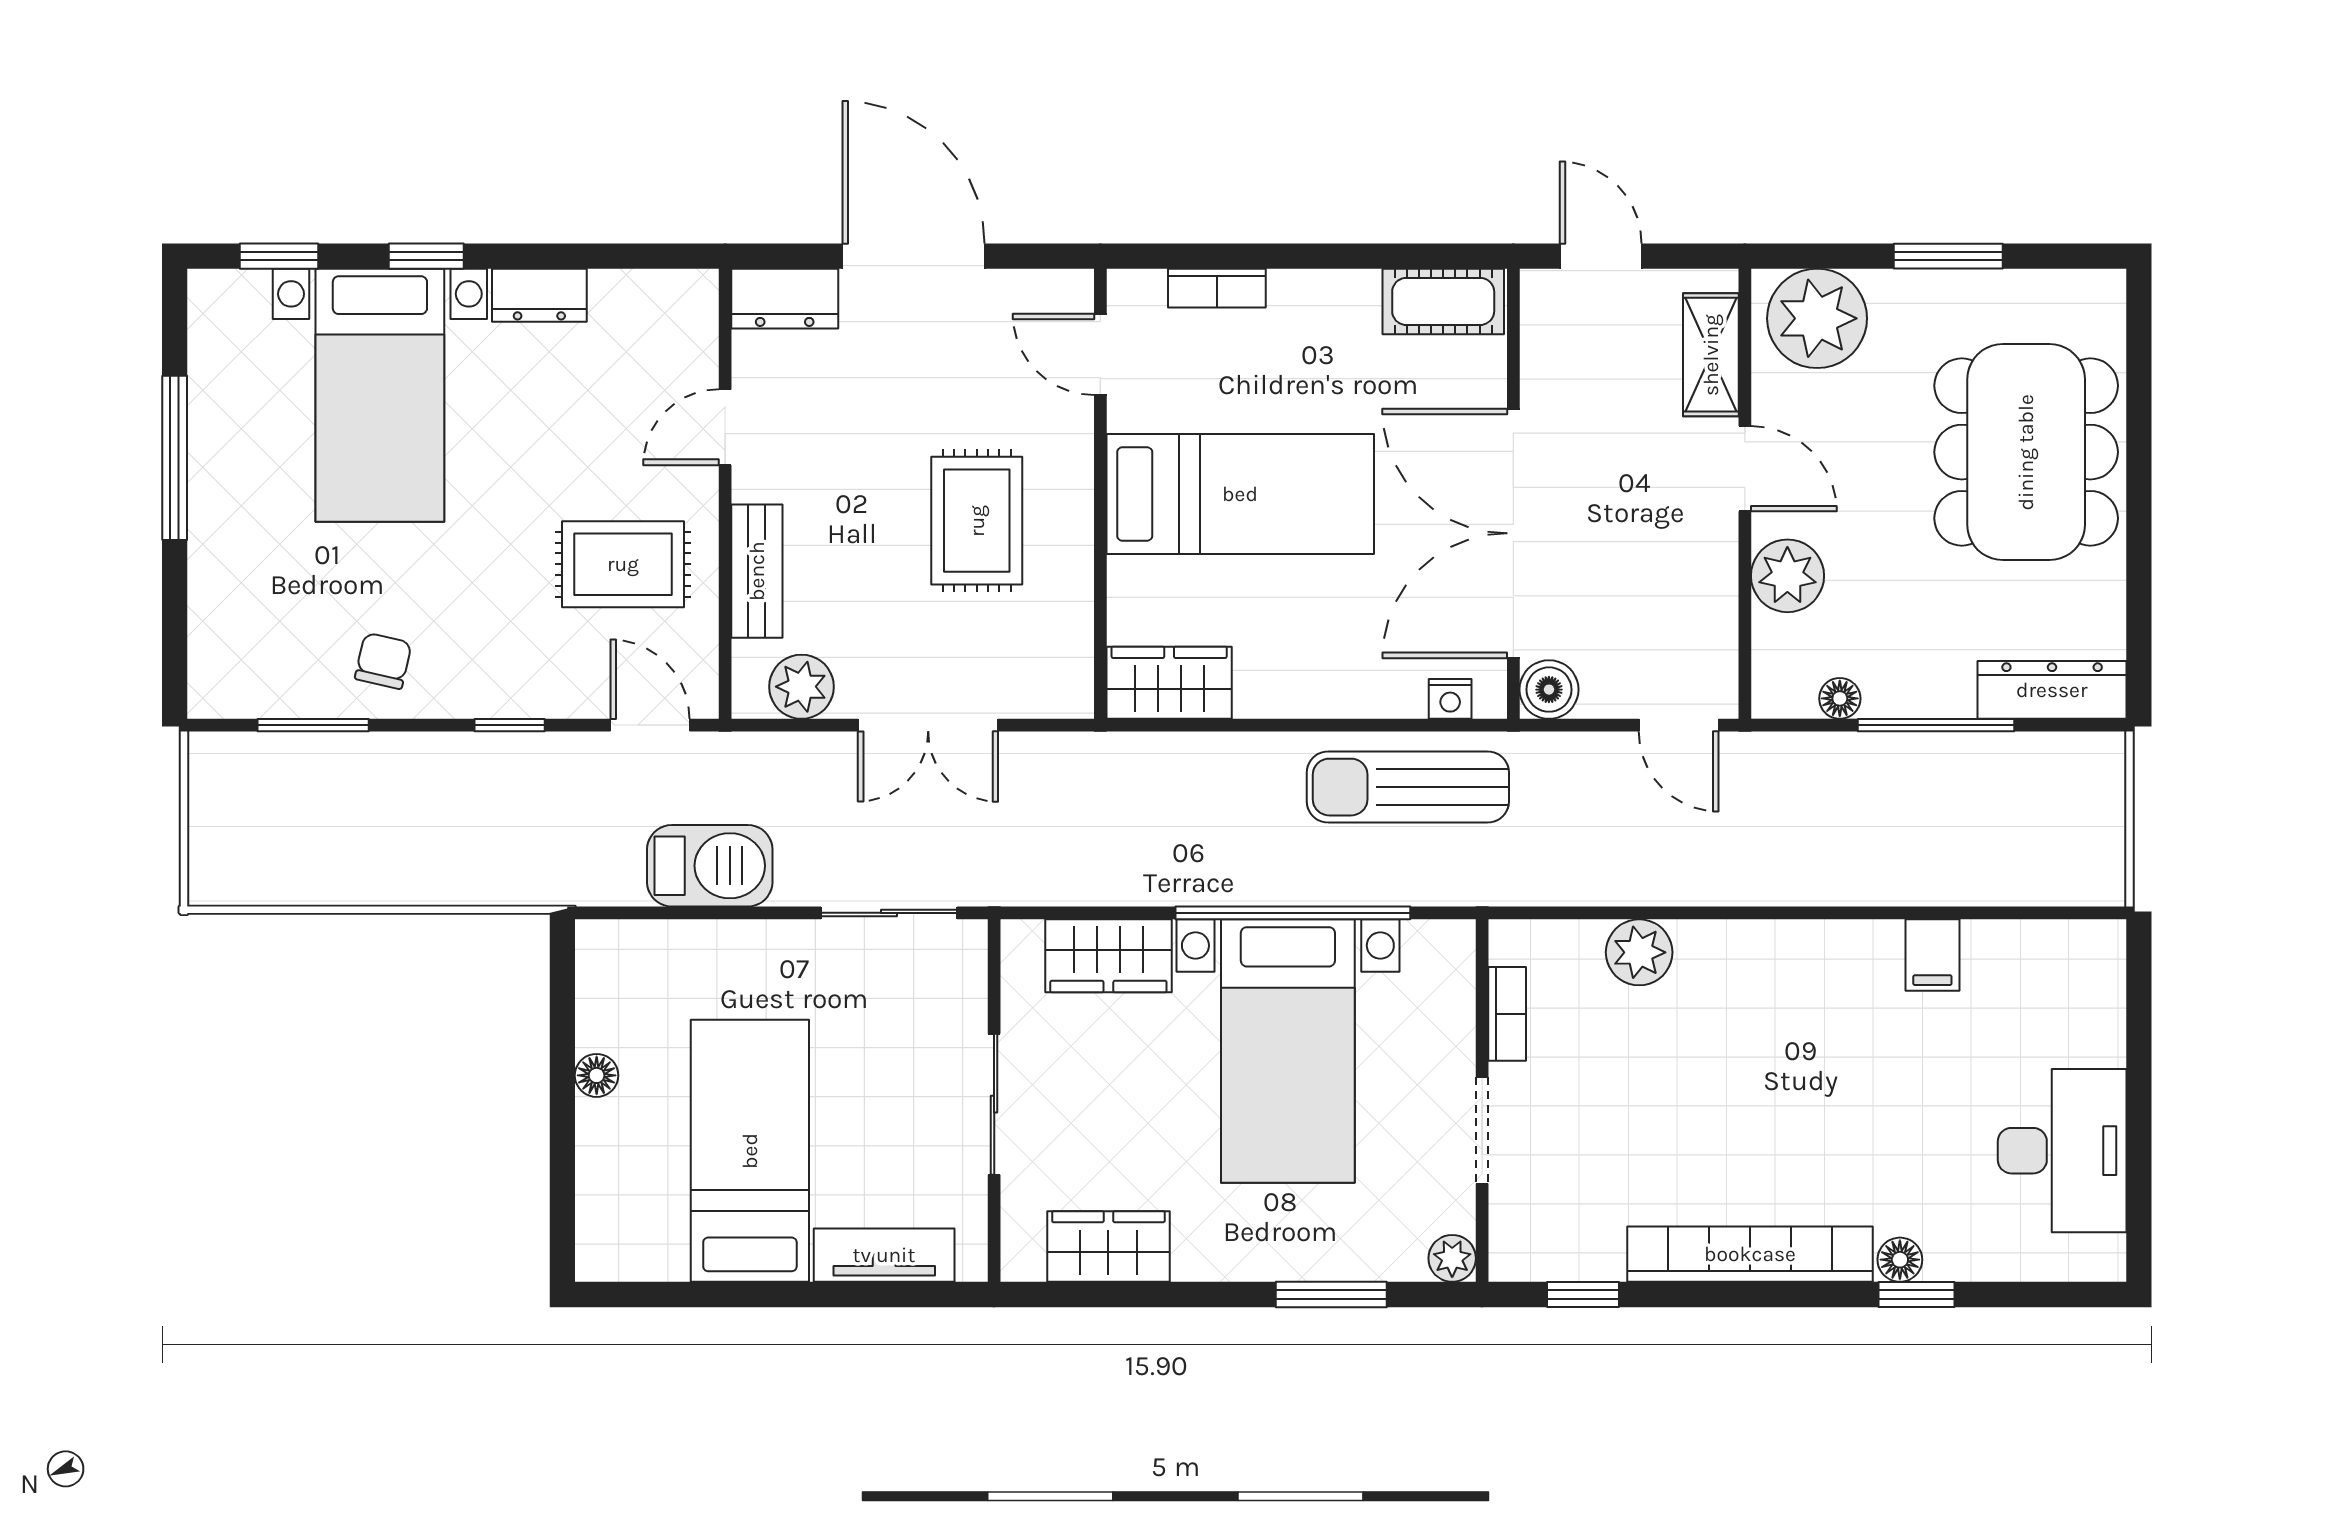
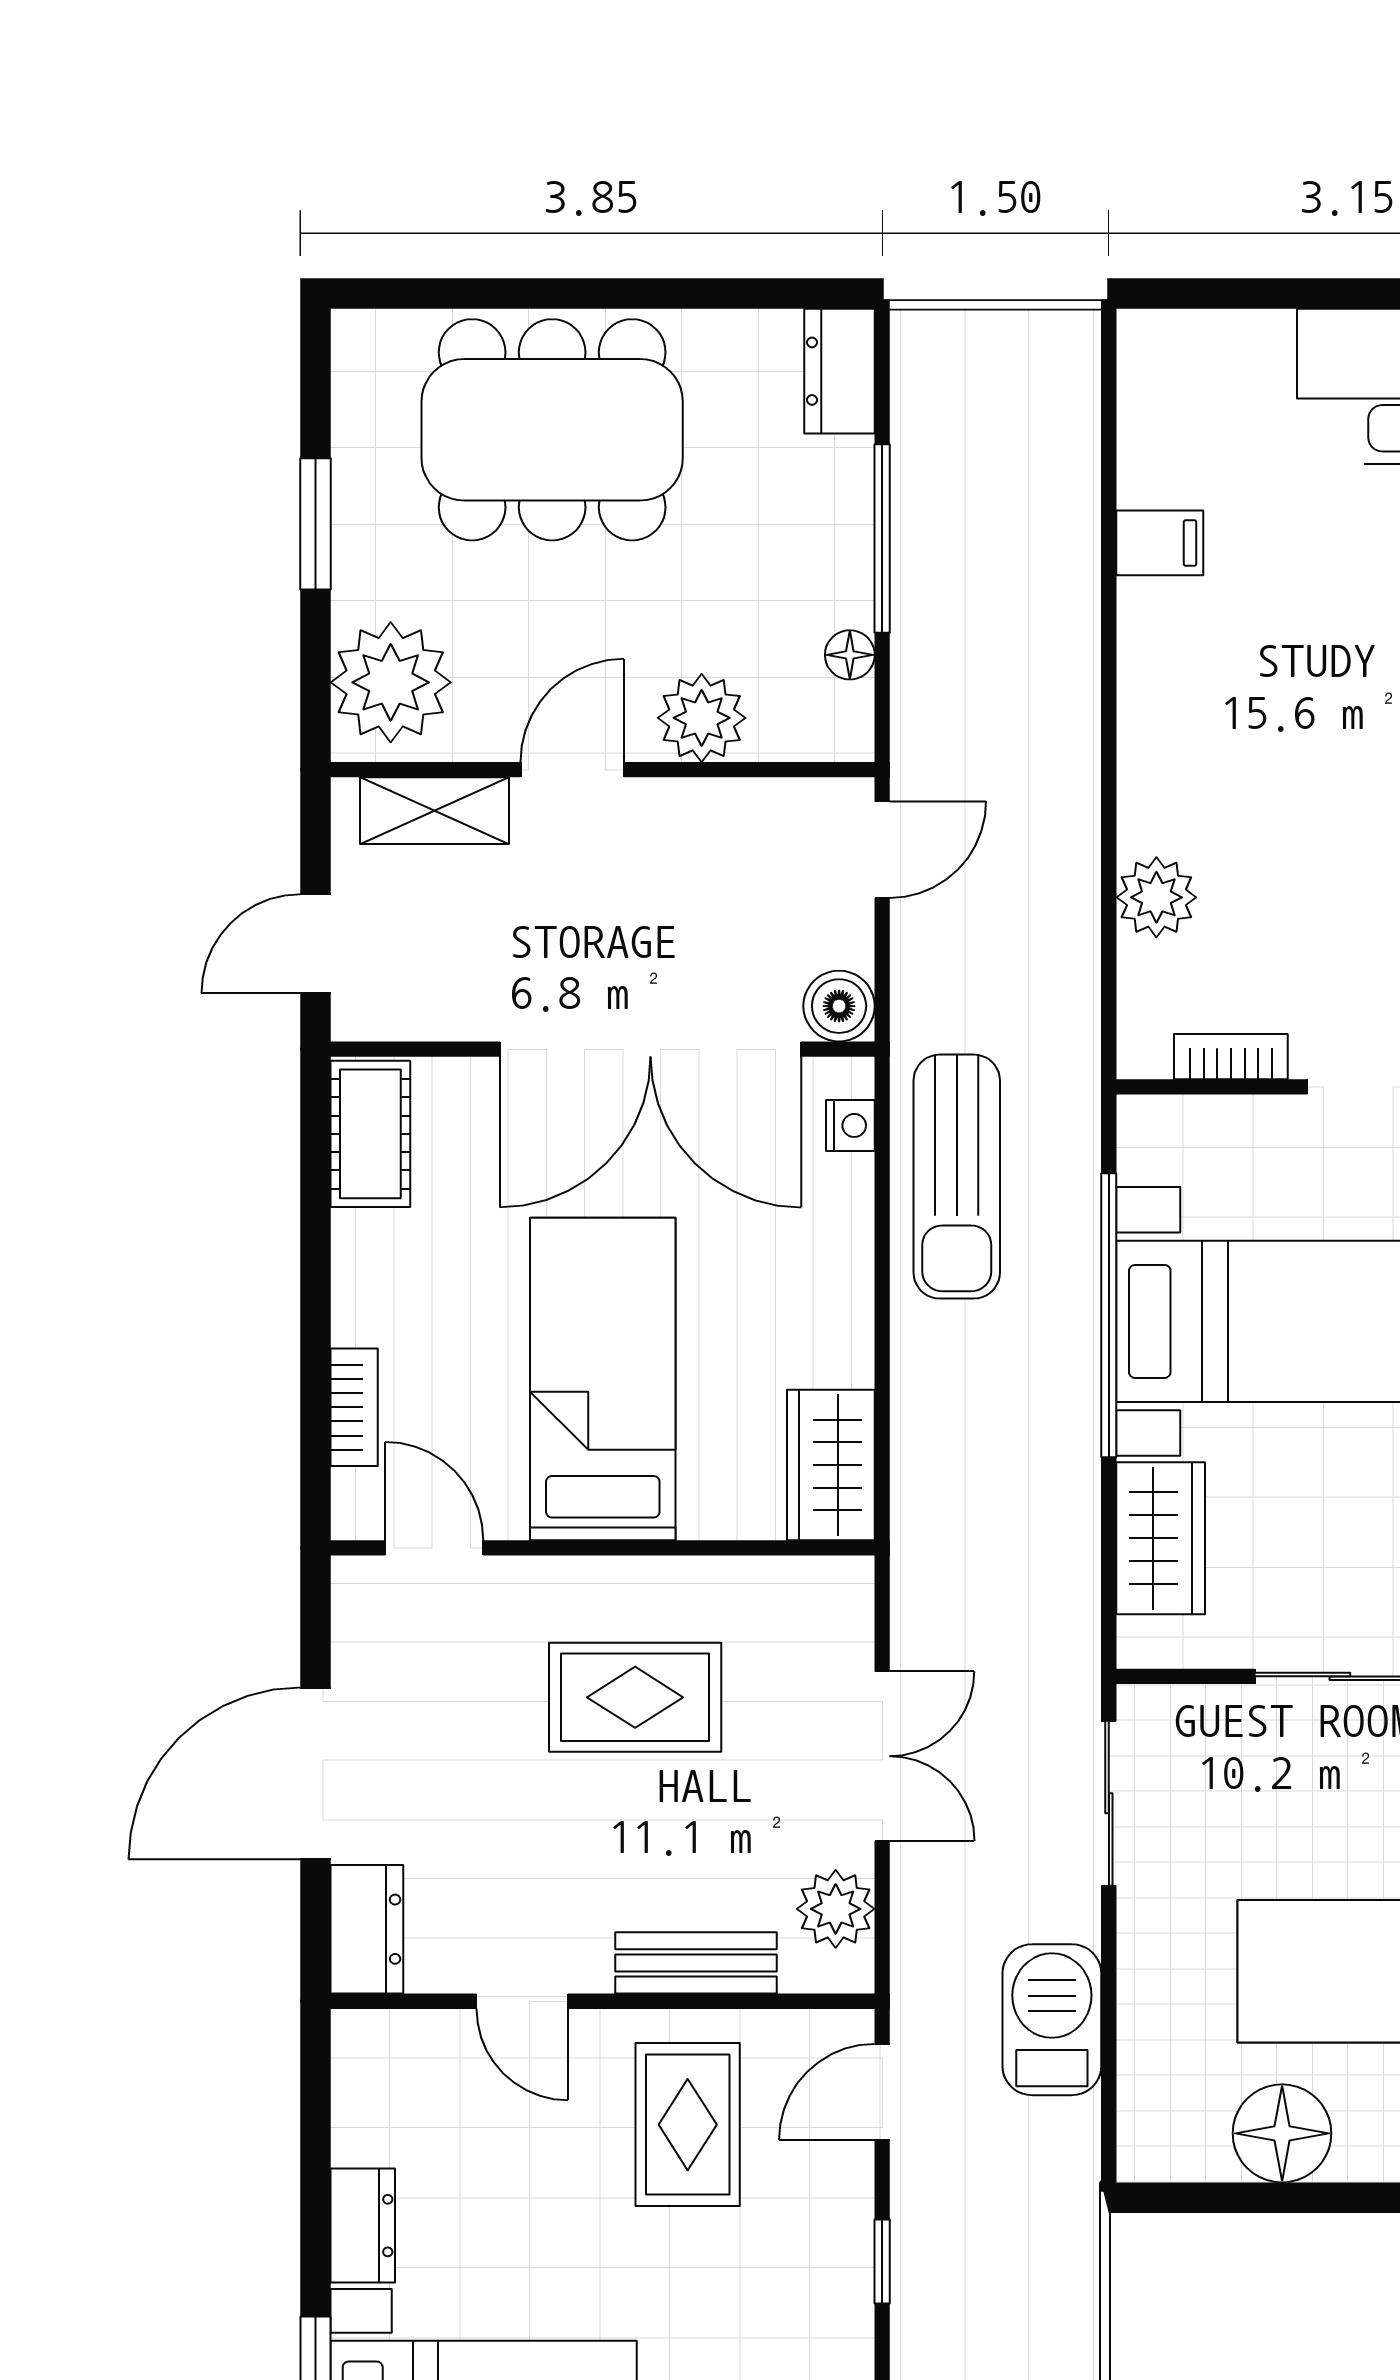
door: (1100, 354) -> (434, 1548), swing flipped
dresser: (2052, 690) -> (839, 371), width x0.70
floor lamp: (597, 1075) -> (1282, 2133), width x1.89, depth x1.89

